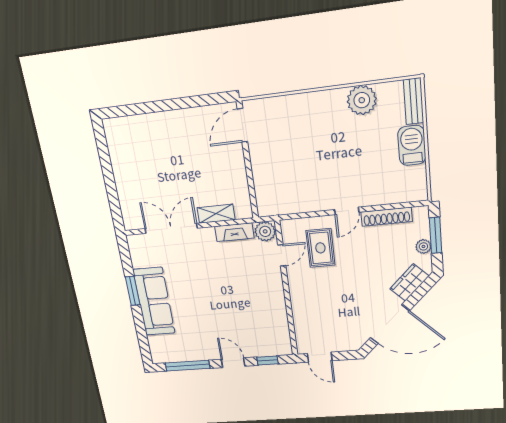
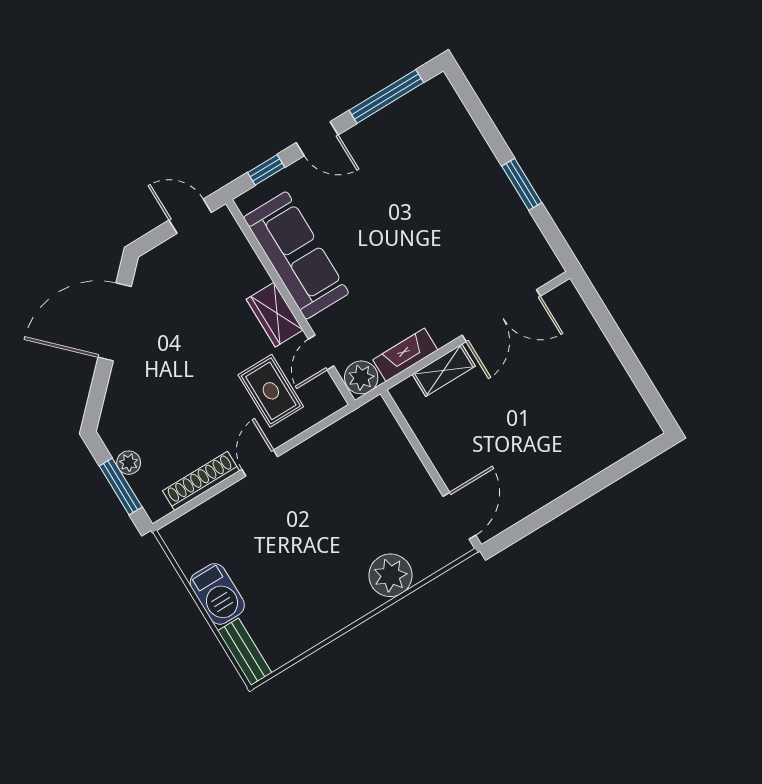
plant: (362, 100) -> (390, 575), moved
wardrobe: (409, 282) -> (275, 315), moved, turned 135
sofa: (154, 302) -> (296, 255), moved, turned 180

